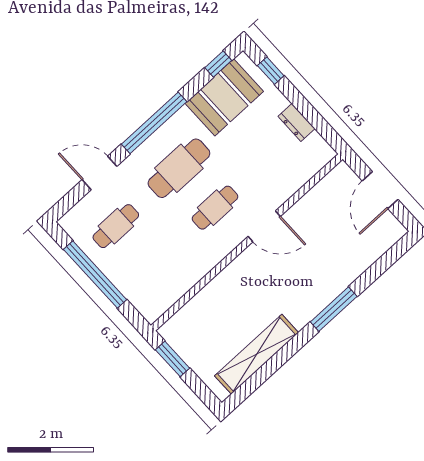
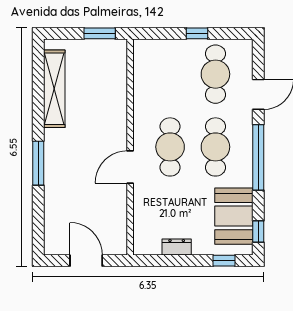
cafe table: (215, 208) -> (170, 147), width x1.37, depth x1.35
cafe table: (116, 226) -> (215, 74), width x1.37, depth x1.35
window: (95, 275) -> (197, 33), width x0.32

